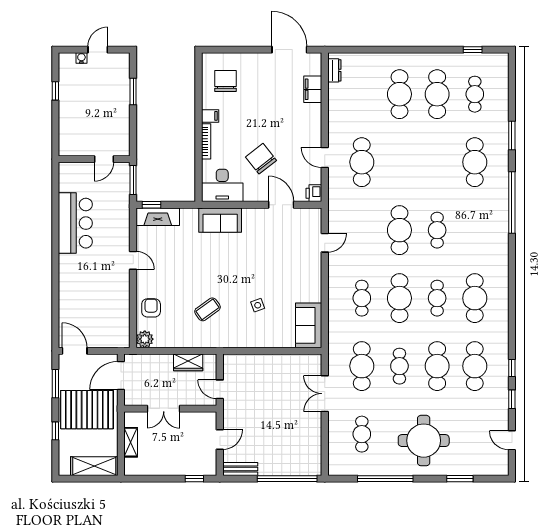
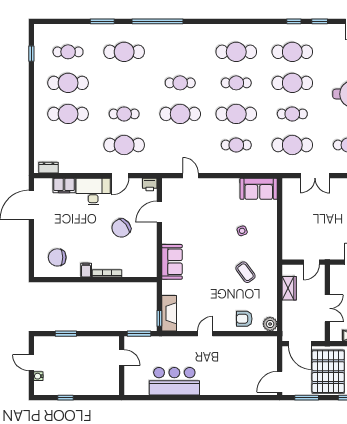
cafe table: (399, 162) -> (124, 114), added
desk: (222, 185) -> (93, 191), moved, turned -90

